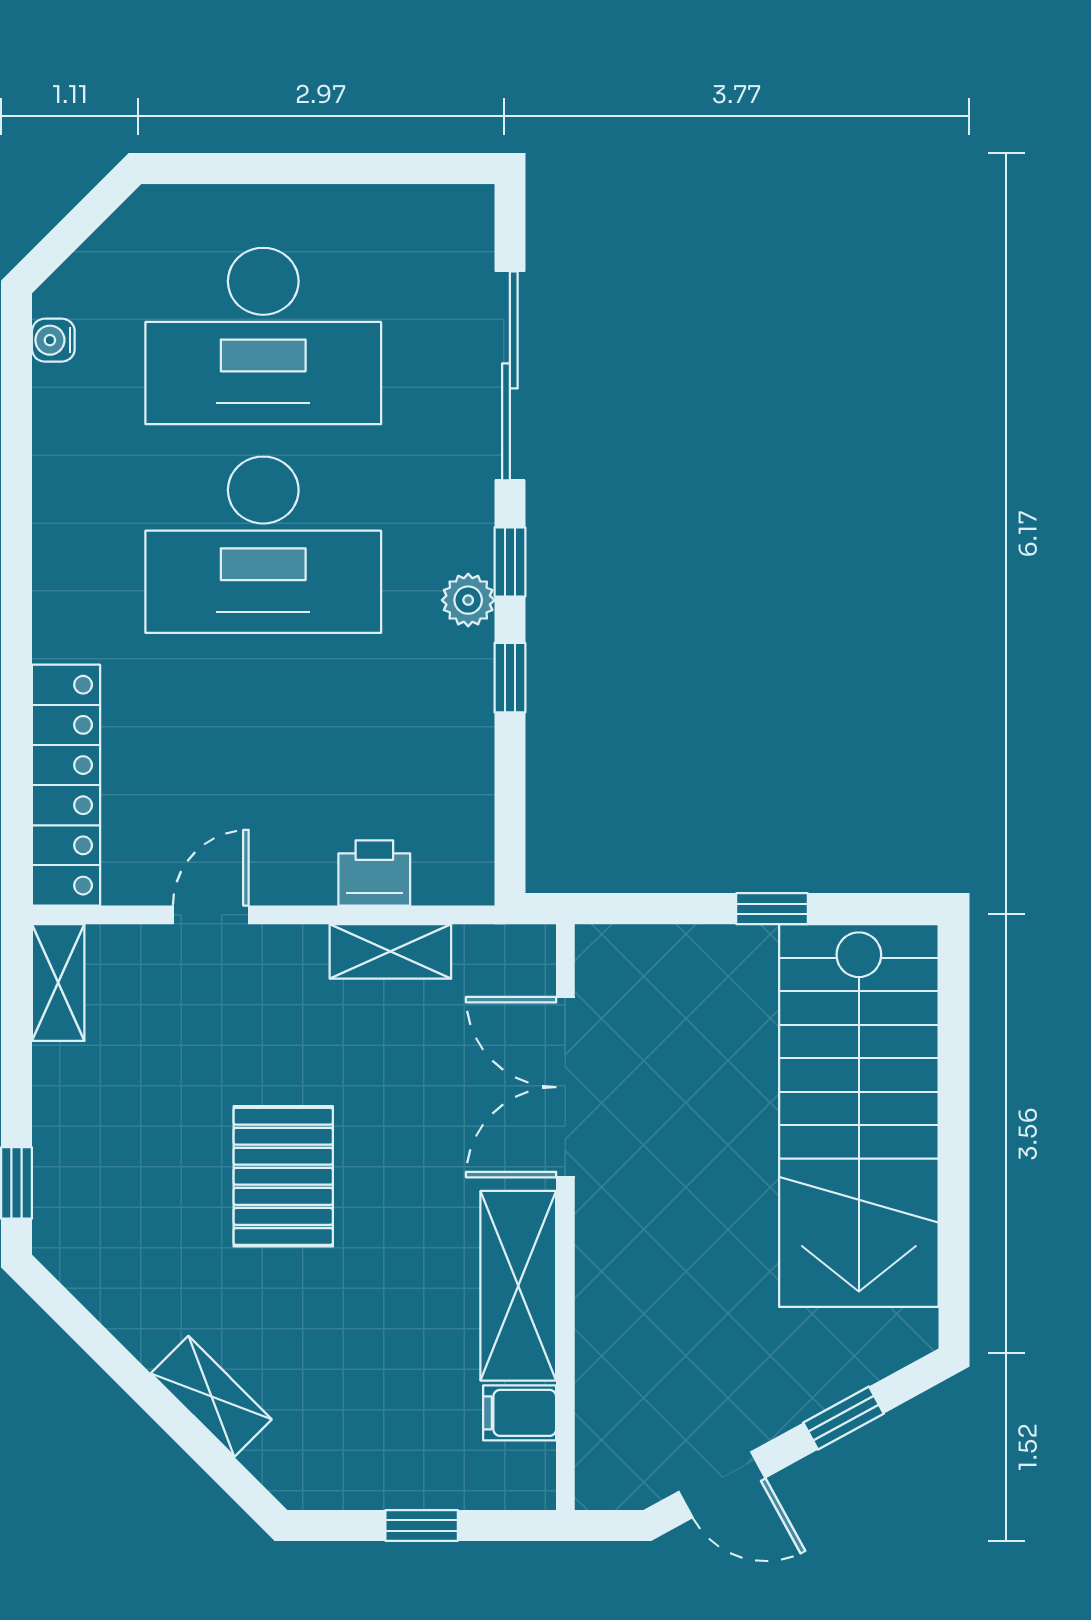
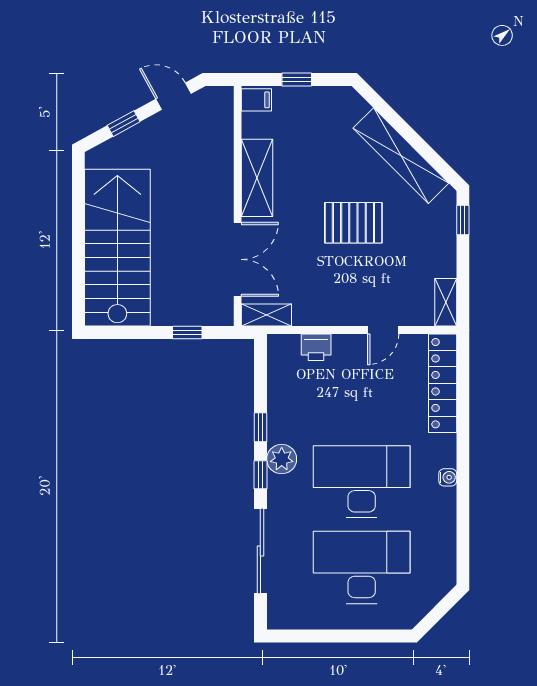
water cooler: (53, 340) -> (448, 477), moved
plant: (468, 600) -> (282, 459), width x1.38, depth x1.38
window: (772, 909) -> (187, 333), moved
shelving: (390, 951) -> (266, 315), moved
pallet: (283, 1176) -> (353, 223), turned 90
shelving: (211, 1396) -> (401, 156), width x2.20, depth x1.33
filing cabinet: (520, 1413) -> (256, 100), moved

